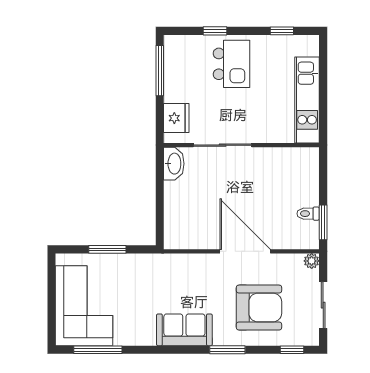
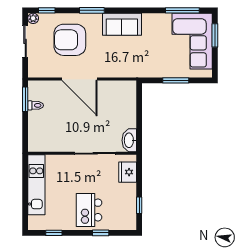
window: (160, 71) -> (139, 205), width x0.46
plant: (312, 261) -> (33, 18), moved
window: (51, 314) -> (215, 35), added

